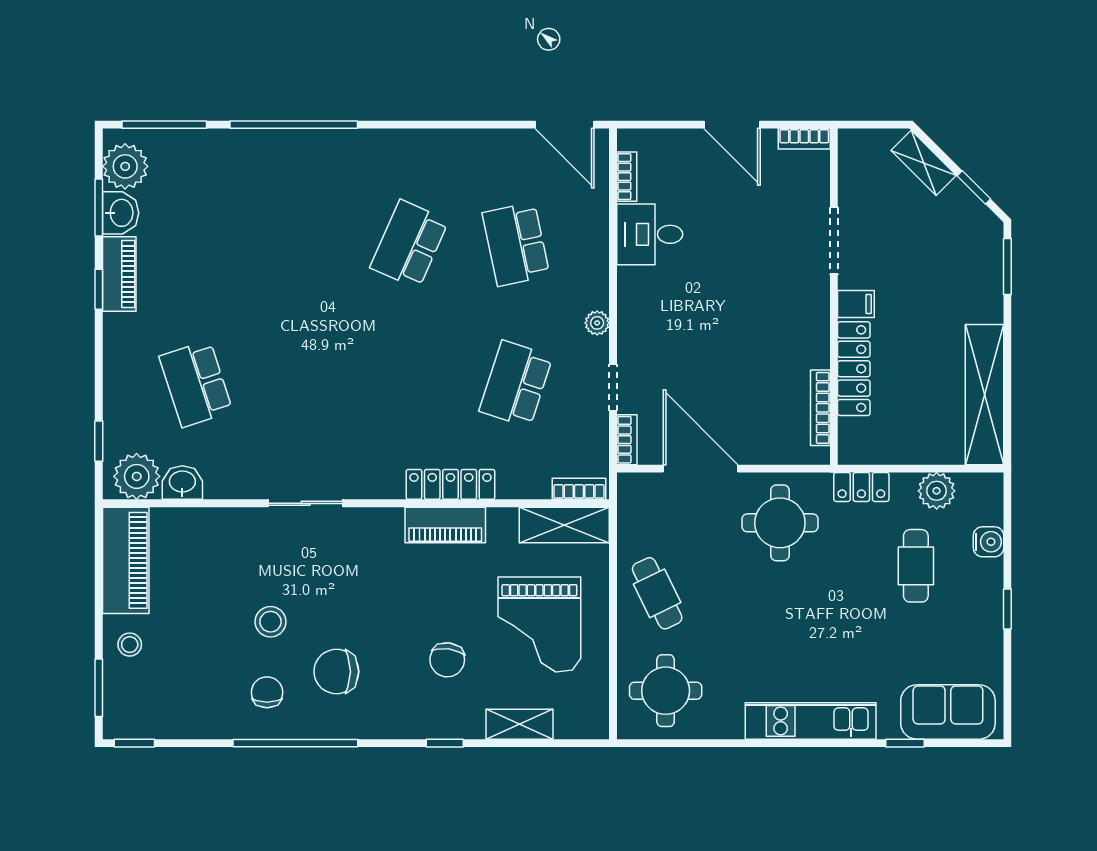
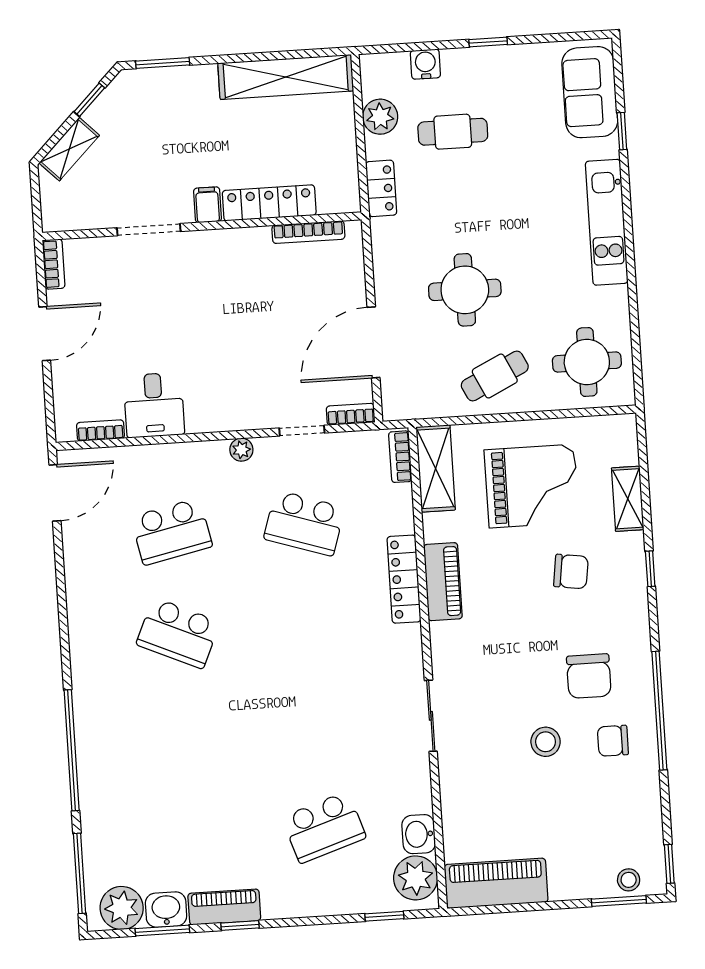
round table: (780, 523) -> (465, 290), moved
stool: (130, 645) -> (629, 880), moved

